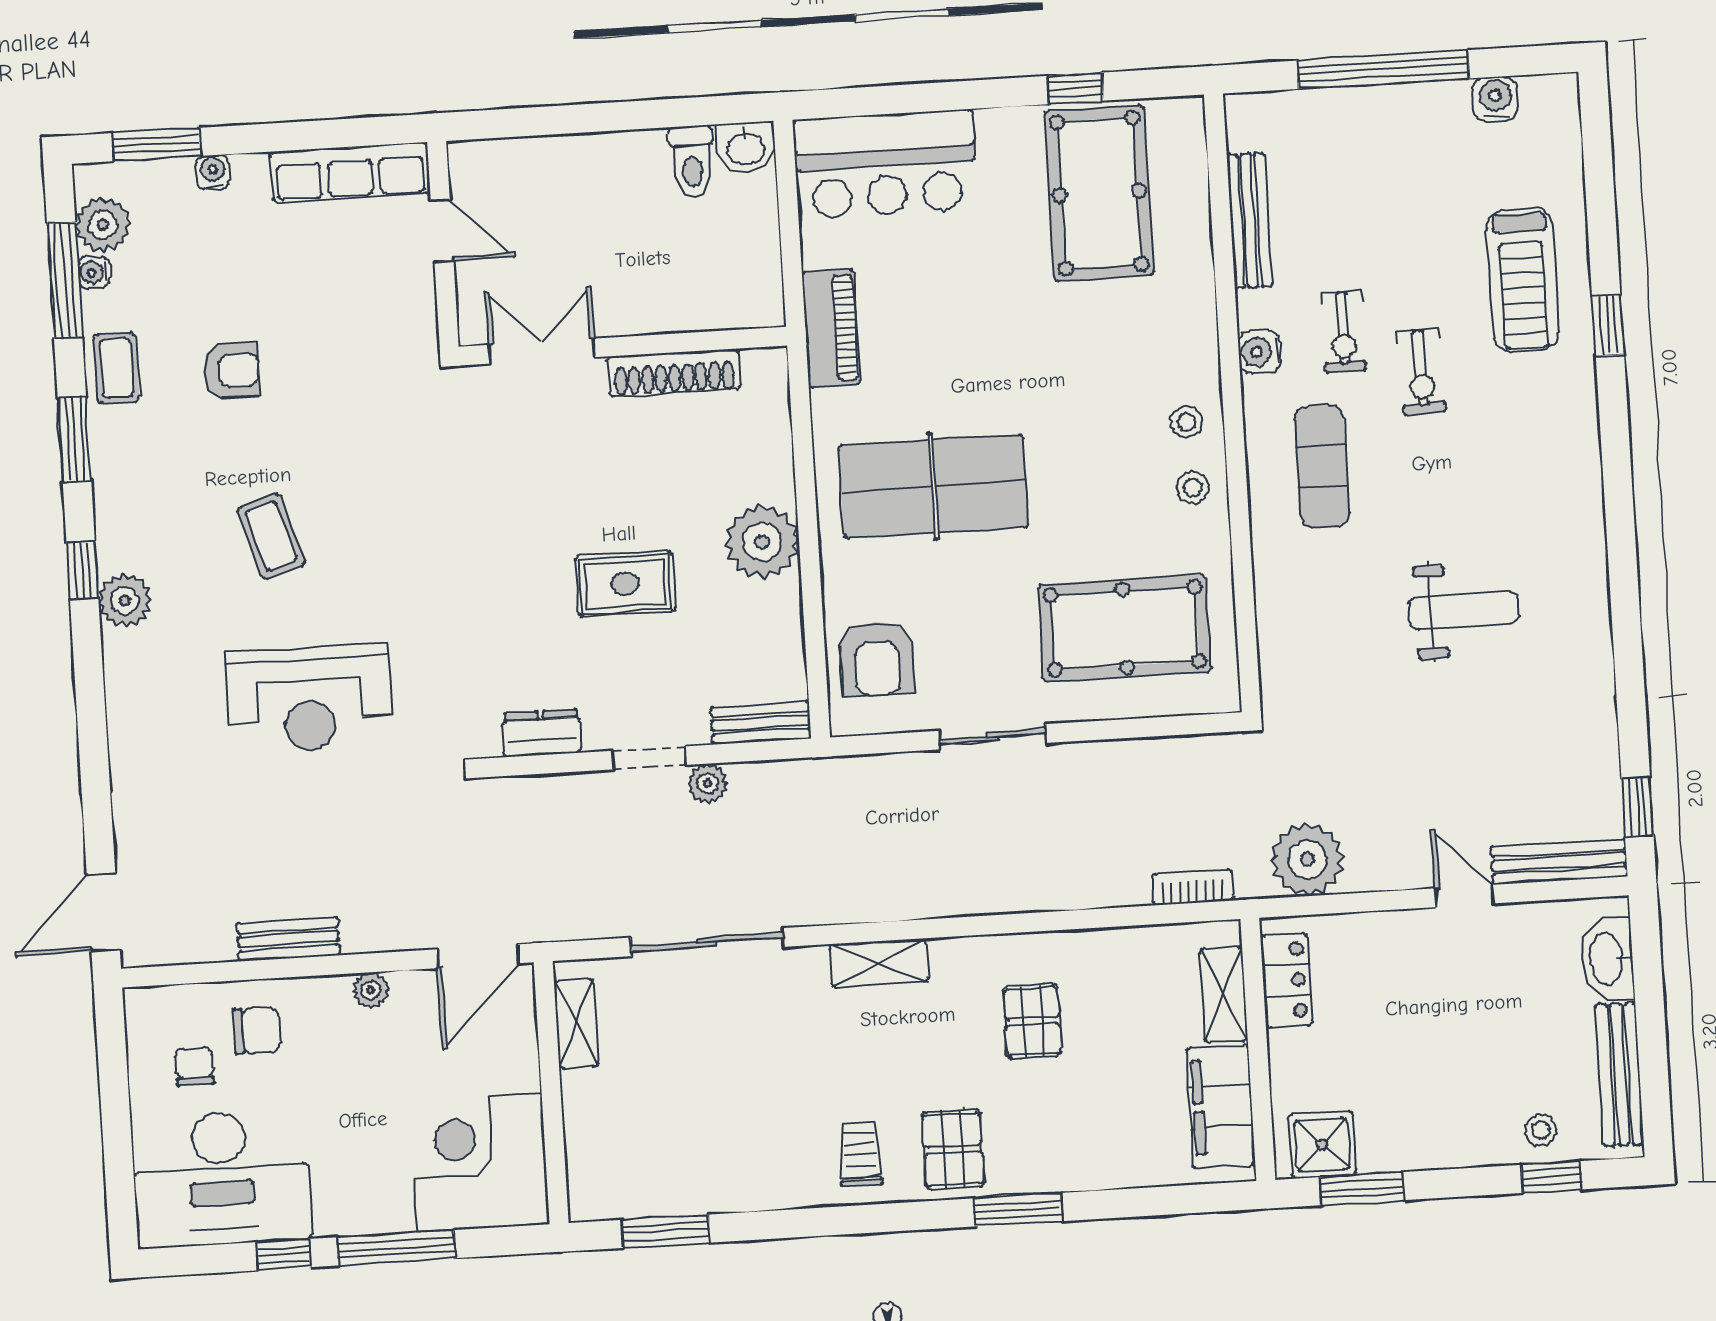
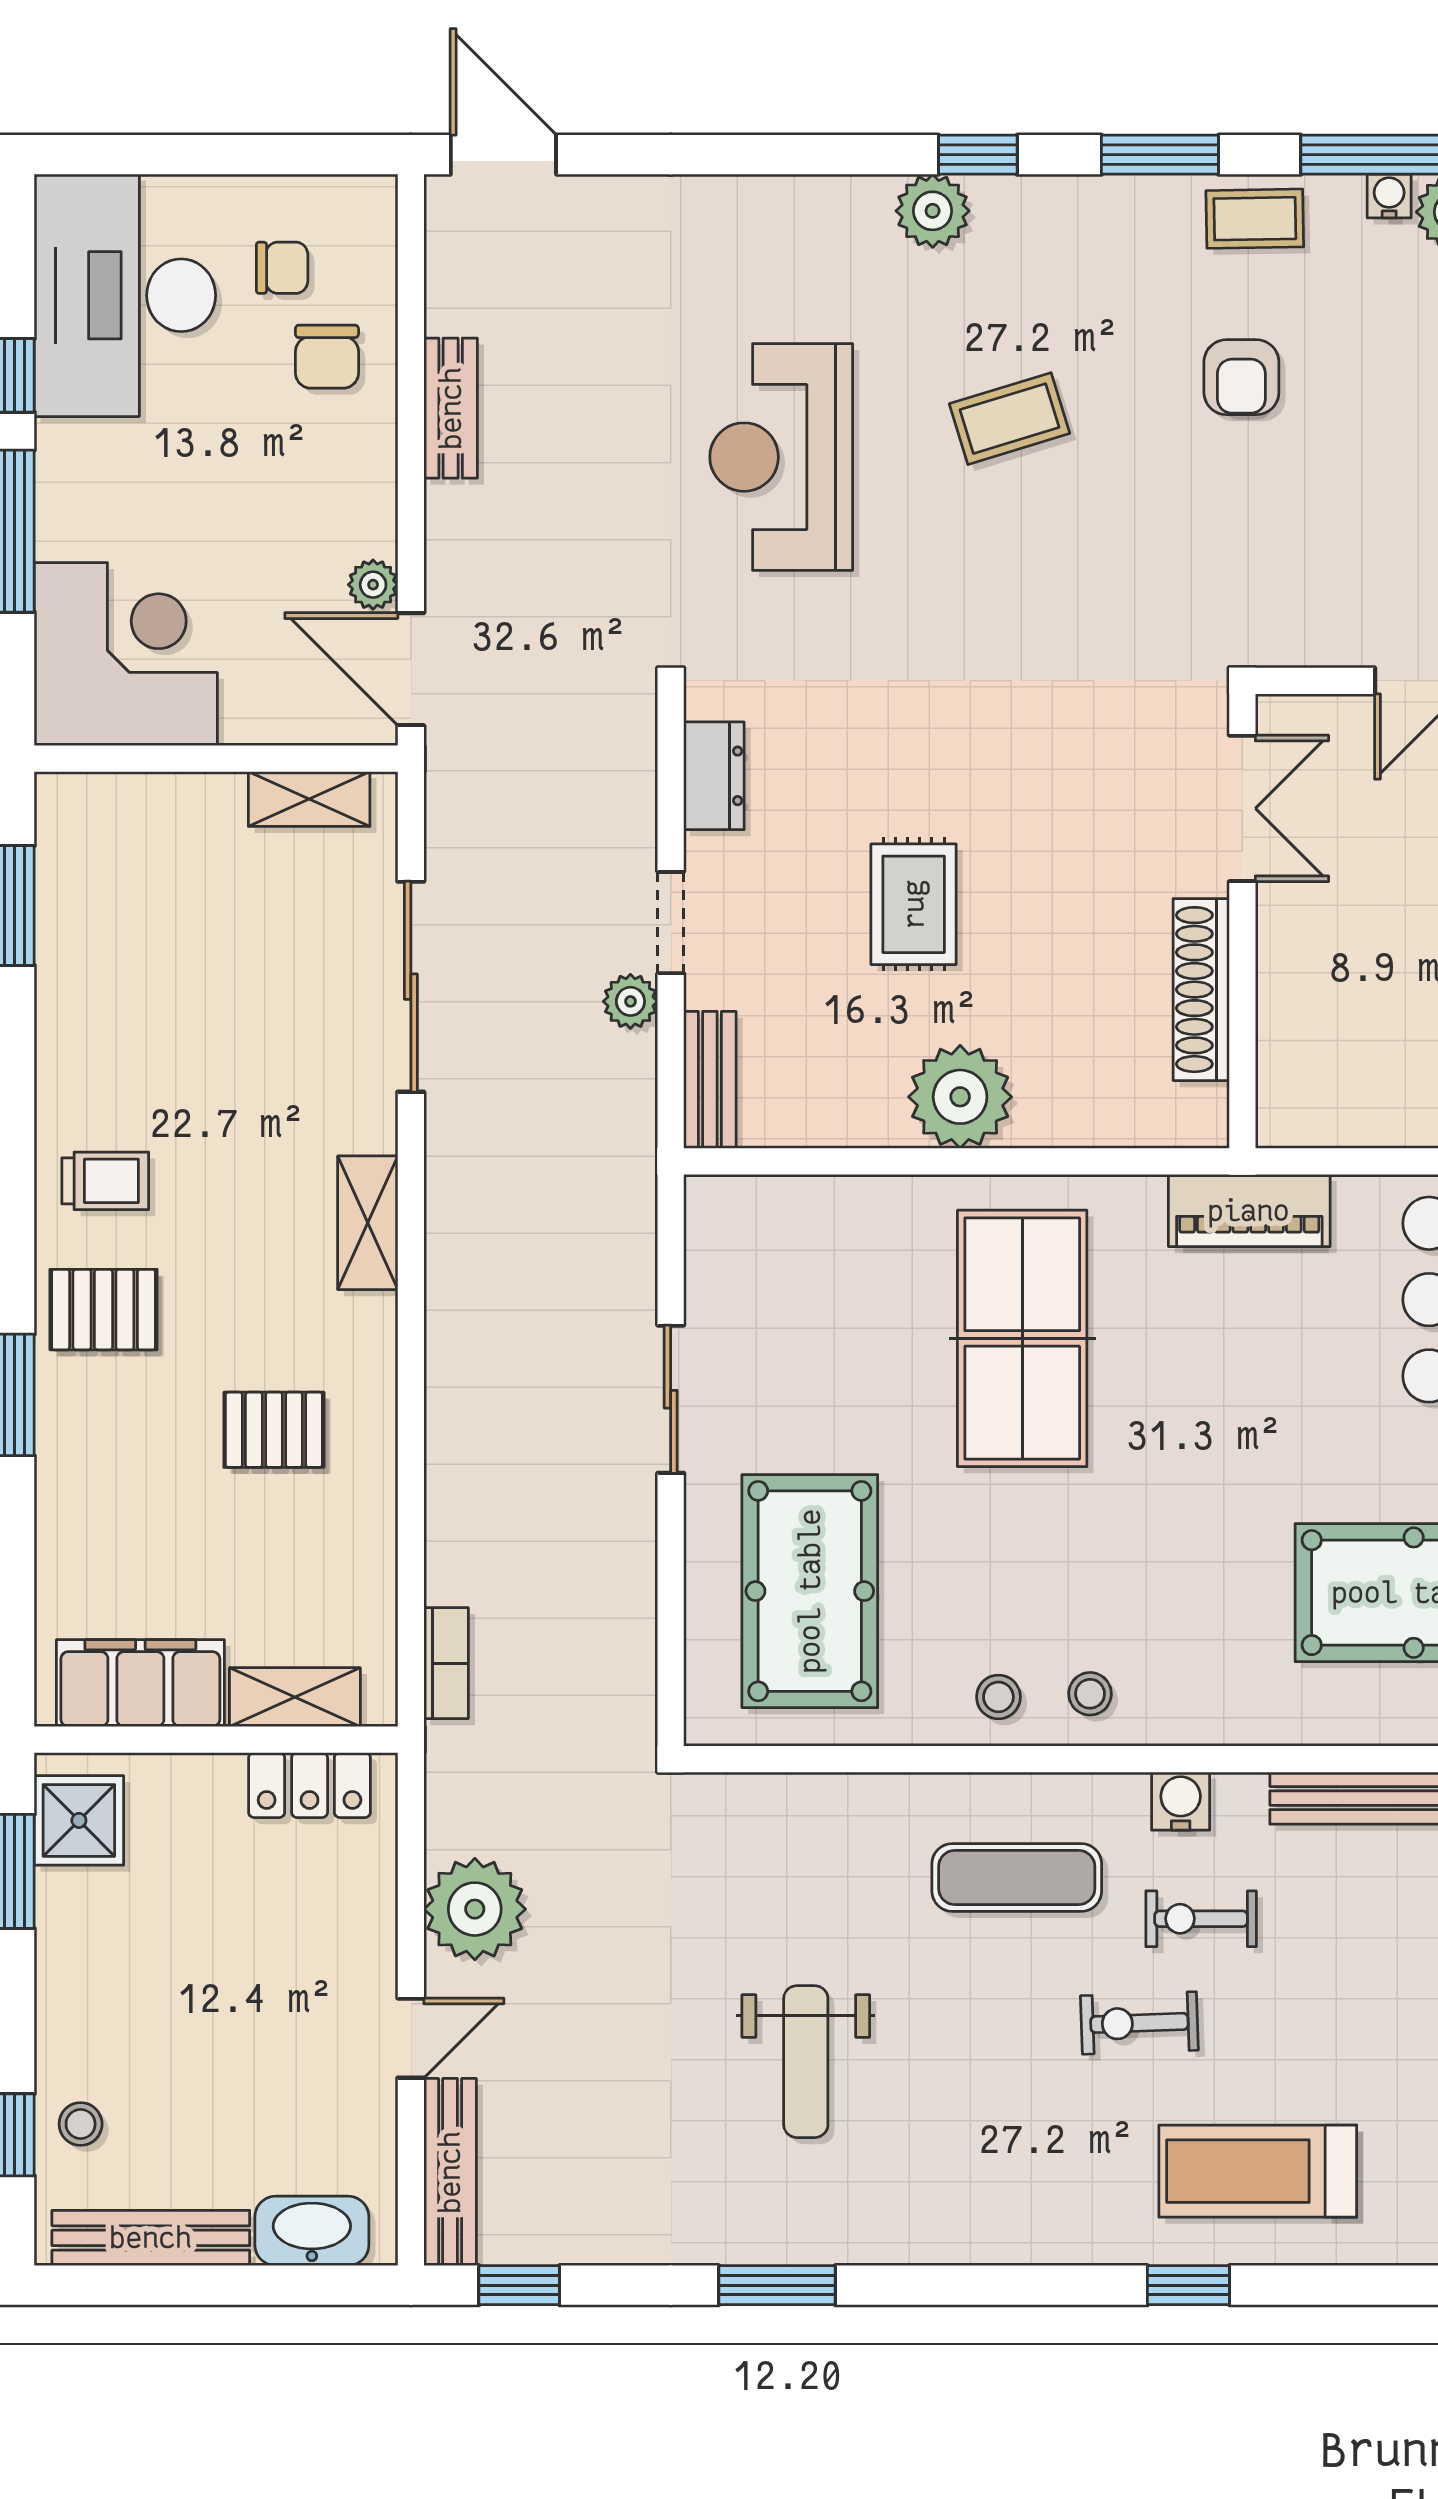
window: (1626, 621) -> (777, 2285), added
armchair: (877, 658) -> (789, 1246), removed
plant: (1307, 859) -> (475, 1909), moved
plant: (371, 990) -> (373, 585), moved

